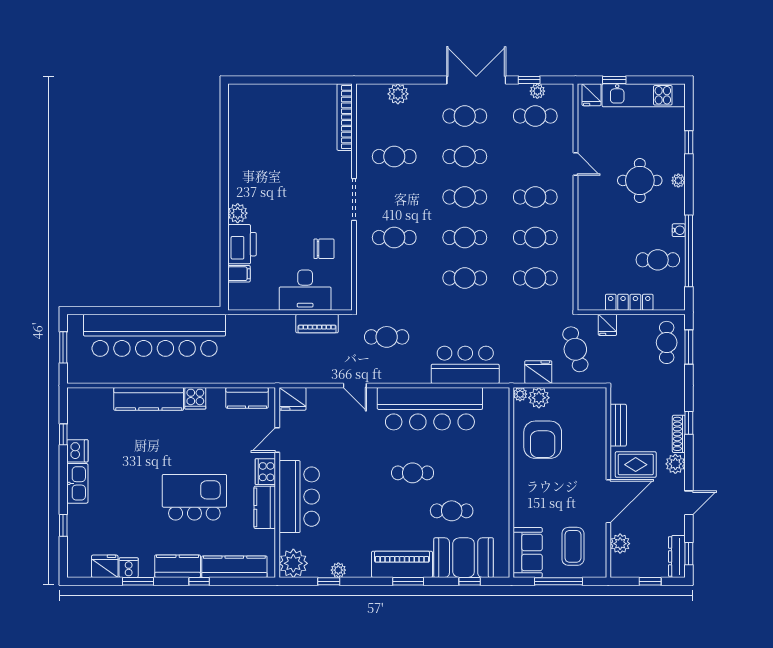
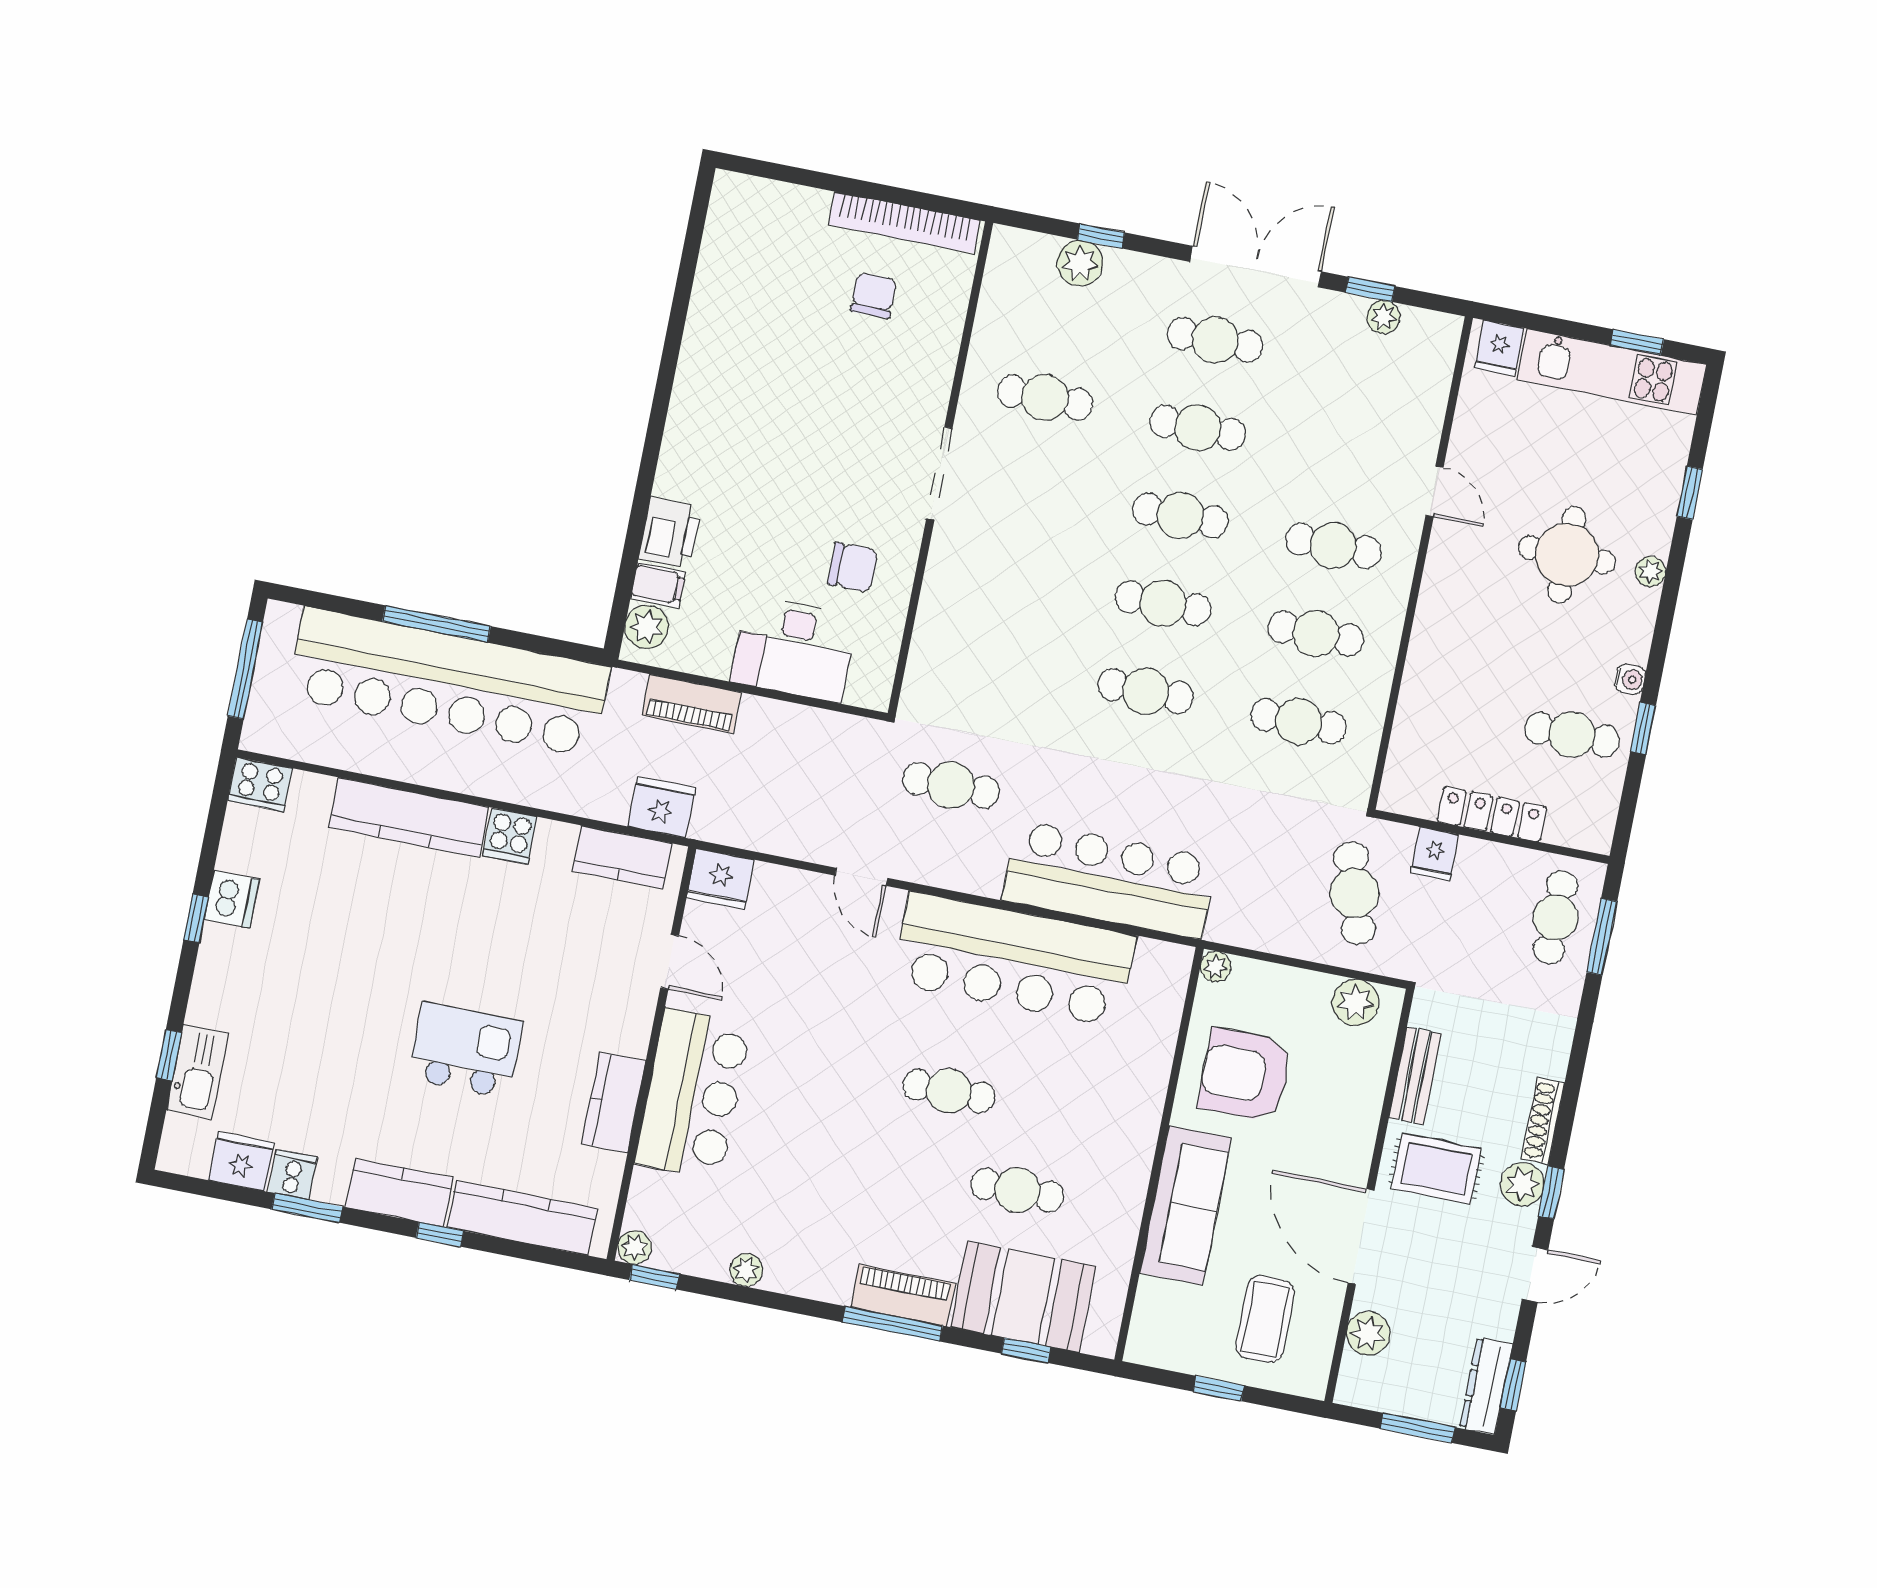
window: (405, 80) -> (1101, 236), added
window: (614, 80) -> (1637, 342), moved
cafe table: (535, 116) -> (1368, 370), removed
bookcase: (345, 117) -> (904, 222), moved, turned -90
chair: (309, 126) -> (874, 295), added
plant: (238, 213) -> (647, 627), moved
cafe table: (394, 238) -> (1010, 573), removed
printer: (242, 244) -> (670, 533), width x0.73, depth x0.84
window: (689, 251) -> (1643, 728), width x0.32
window: (144, 310) -> (437, 624), added
piano: (317, 324) -> (691, 704), moved
window: (63, 347) -> (245, 669), width x1.44
bar counter: (465, 365) -> (1109, 879), width x1.36
fridge: (538, 372) -> (662, 807), moved
plant: (539, 398) -> (1356, 1002), moved
window: (689, 423) -> (1551, 1193), moved
window: (63, 434) -> (196, 918), moved
door: (277, 440) -> (670, 962), swing flipped
armchair: (543, 440) -> (1245, 1075), turned 90
cooker: (265, 472) -> (260, 784), moved, turned -90
kitchen sink: (77, 483) -> (198, 1072), moved
kitchen island: (194, 497) -> (466, 1050), width x0.73, depth x0.78
door: (608, 501) -> (1361, 1236), swing flipped
sofa: (528, 553) -> (1186, 1205), moved, width x1.36
plant: (293, 563) -> (634, 1247), width x0.53, depth x0.53
piano: (402, 564) -> (903, 1295), width x0.73, depth x0.75
window: (329, 581) -> (654, 1277), moved
window: (408, 581) -> (893, 1324), width x1.44
window: (558, 581) -> (1219, 1389), width x0.46
window: (650, 581) -> (1417, 1428), width x1.50

